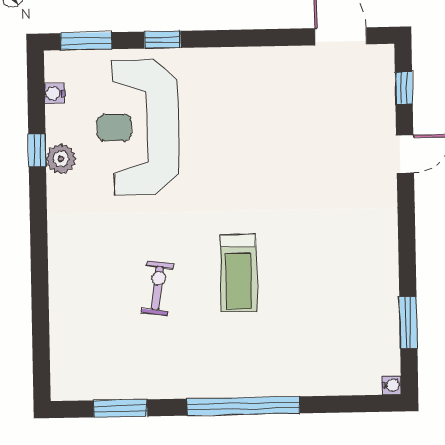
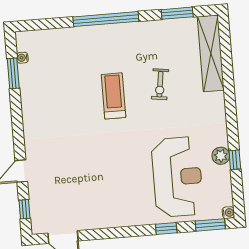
water cooler: (55, 93) -> (228, 213), moved
shelving: (67, 336) -> (211, 53), added
water cooler: (392, 385) -> (22, 58), moved

